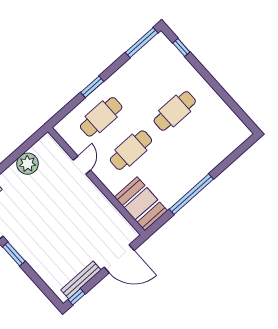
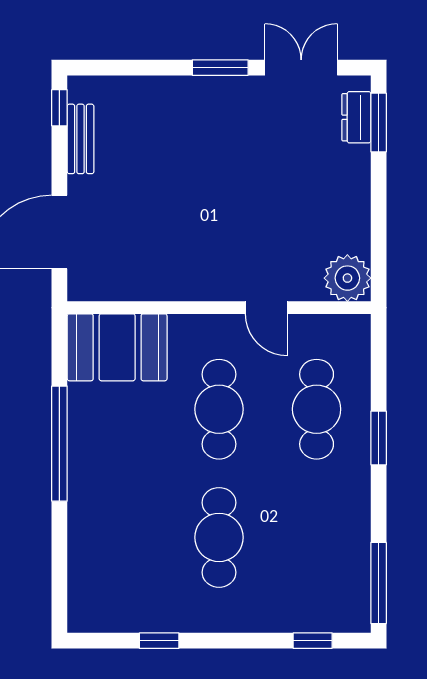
window: (228, 100) -> (159, 641), added
plant: (28, 164) -> (347, 278), moved
bench: (81, 280) -> (81, 139), width x0.73

